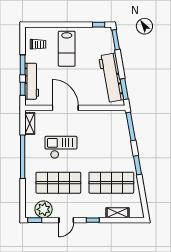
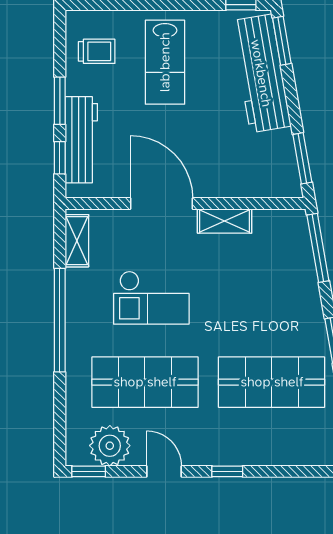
workbench: (111, 78) -> (261, 73), moved
checkout: (61, 147) -> (151, 298), turned 180
shelving: (118, 213) -> (225, 221), moved
door: (66, 220) -> (164, 471), swing flipped

